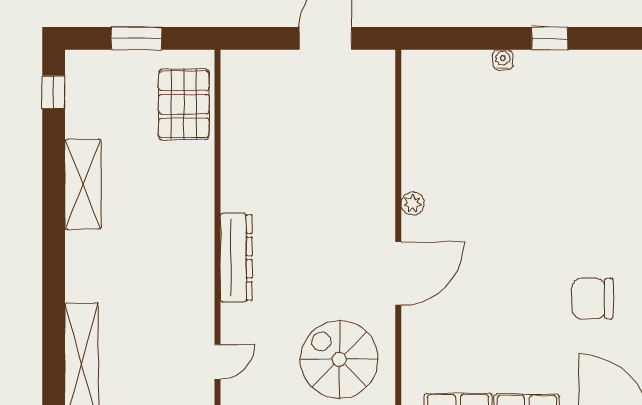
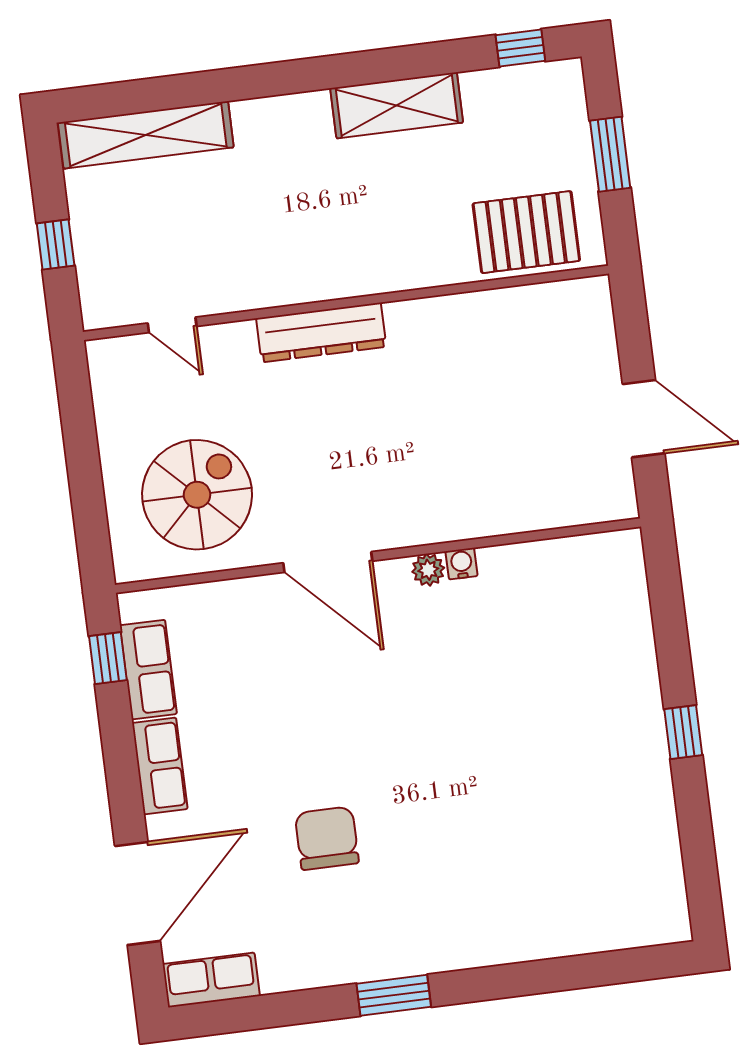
water cooler: (503, 60) -> (462, 564), moved, turned -90

